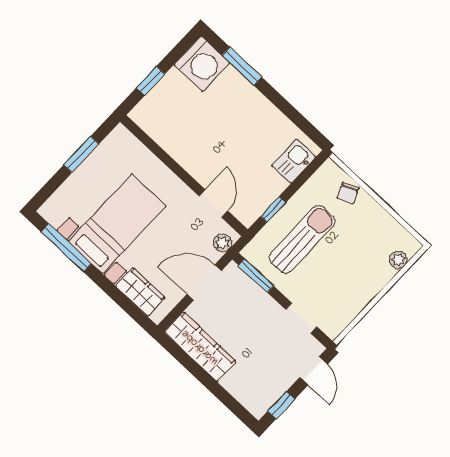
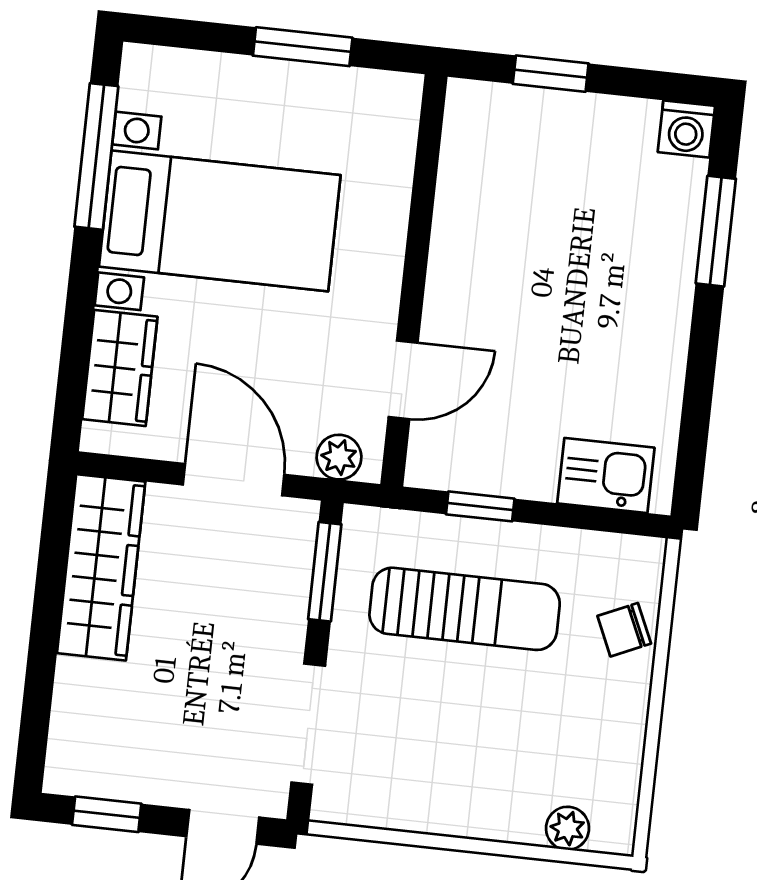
washing machine: (202, 64) -> (686, 129), width x0.53, depth x0.53
doorway: (301, 318) -> (308, 724), width x1.38

